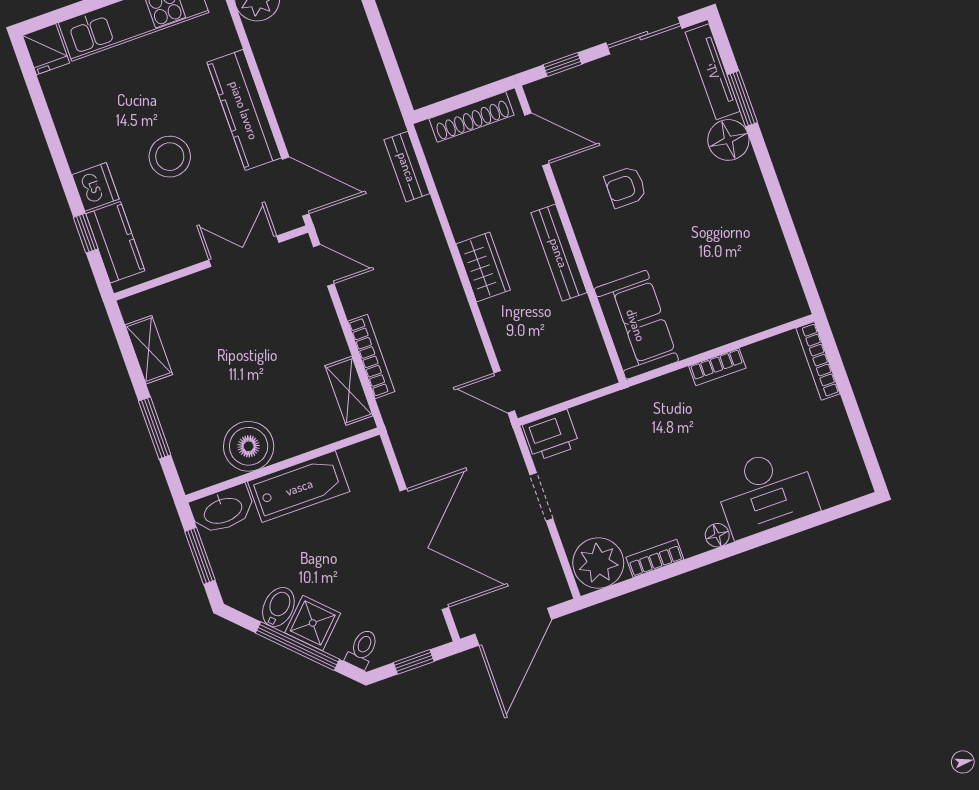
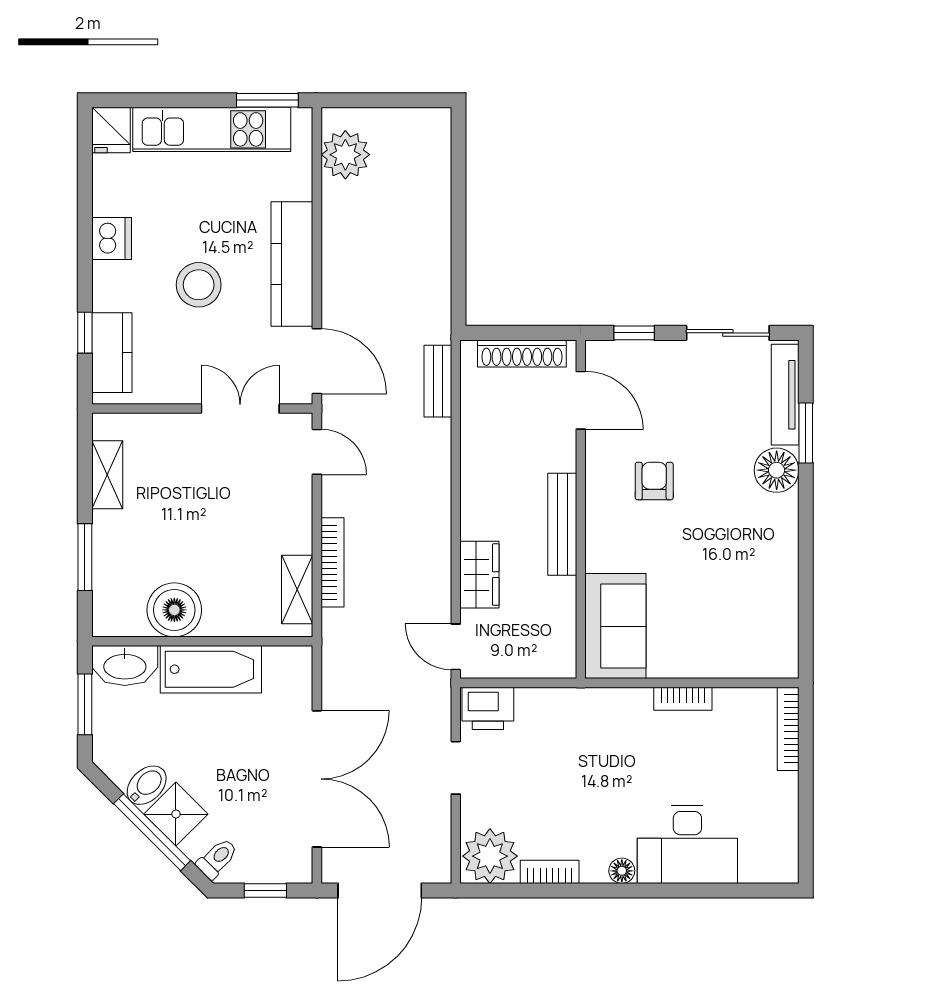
dishwasher: (95, 187) -> (112, 239), moved
armchair: (626, 187) -> (654, 481), turned 90
wardrobe: (483, 267) -> (479, 575), moved

